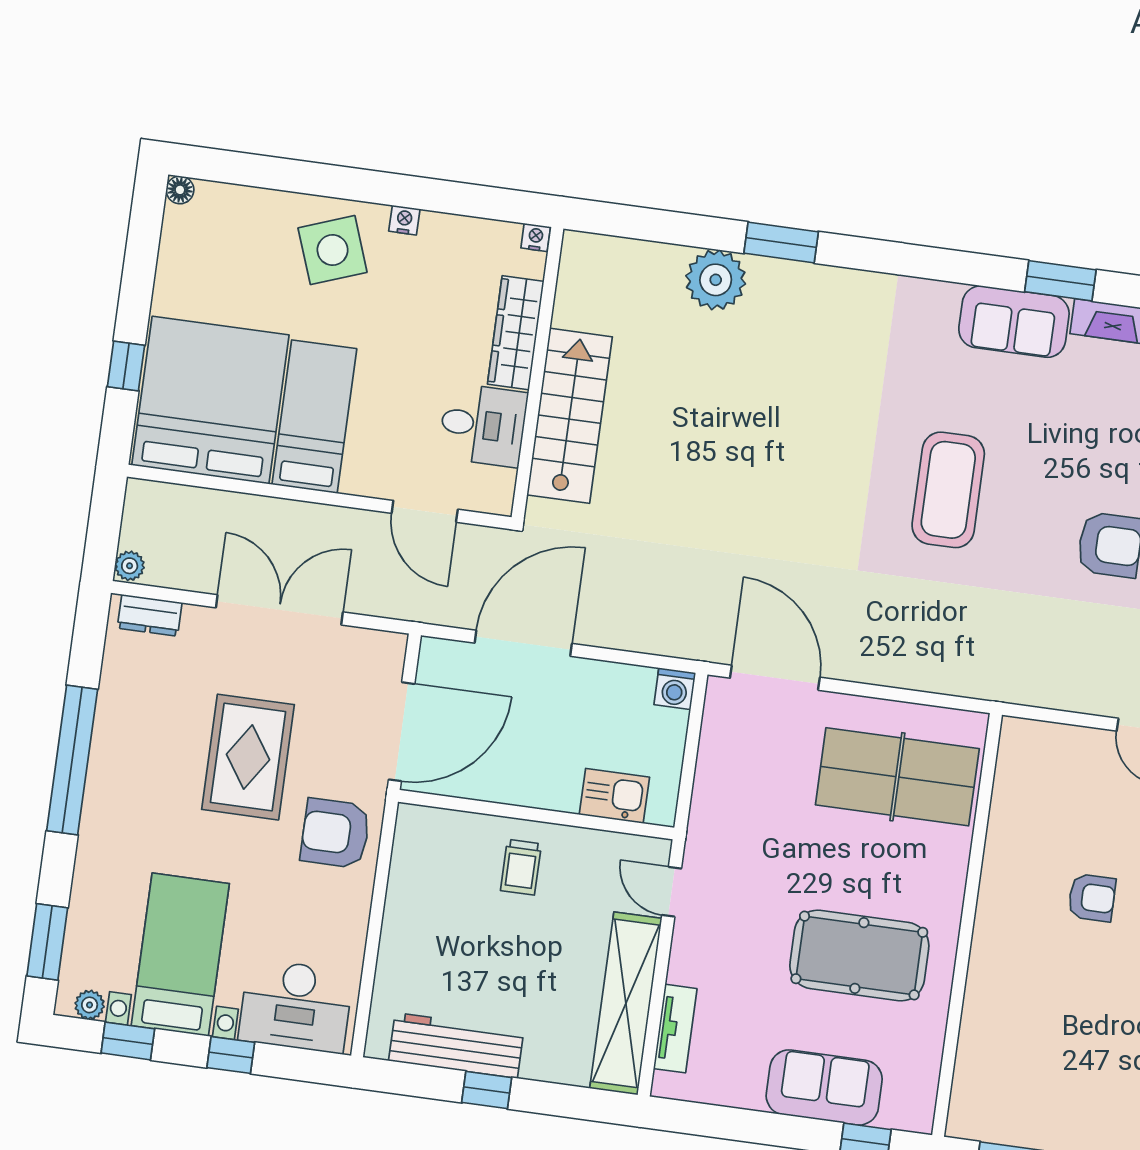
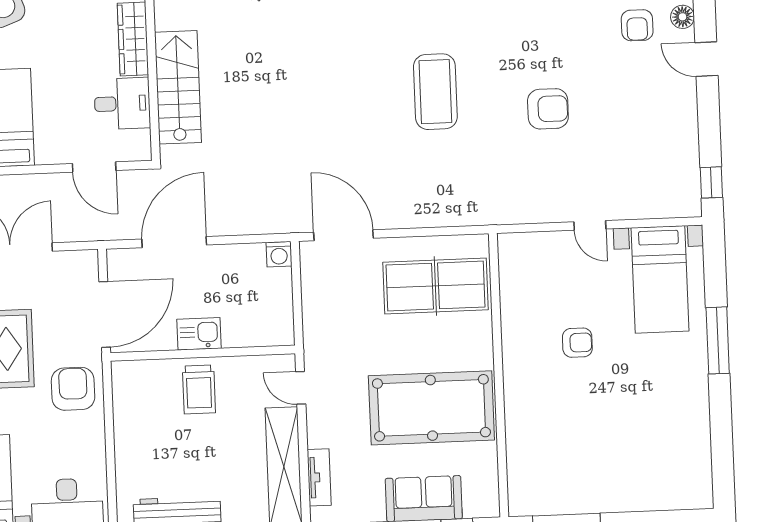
kitchen sink: (614, 796) -> (199, 334), moved
armchair: (335, 833) -> (73, 389), turned 90
trolley: (521, 867) -> (199, 389), width x1.36, depth x1.39
pool table: (859, 955) -> (431, 408), width x1.36, depth x1.32

